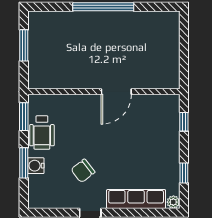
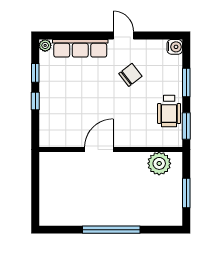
plant: (52, 77) -> (159, 163), added
window: (184, 122) -> (35, 101), moved
wheelchair: (42, 133) -> (169, 111), turned 180
water cooler: (36, 166) -> (175, 47), moved

